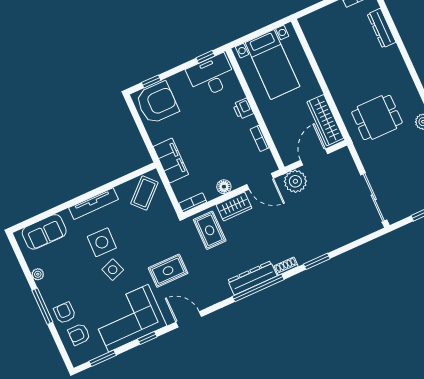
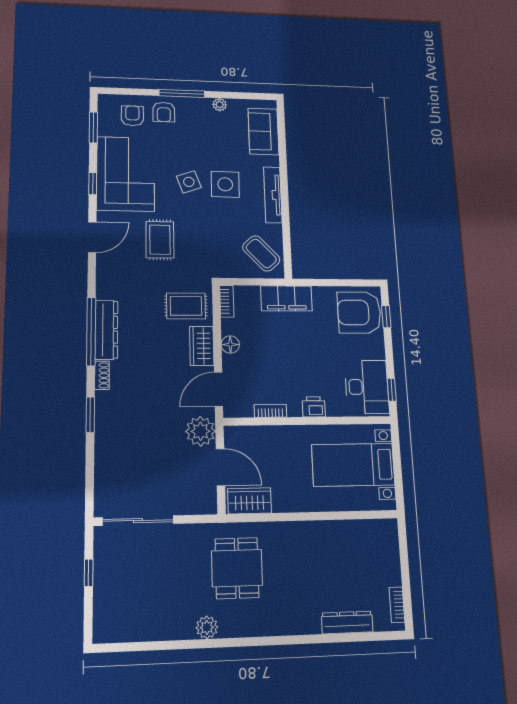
armchair: (157, 103) -> (359, 312), turned 90
wardrobe: (325, 120) -> (250, 501), width x0.67
armchair: (65, 313) -> (164, 112), turned 90

